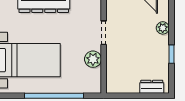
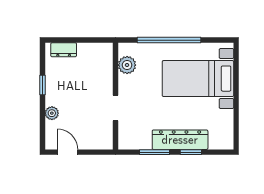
plant: (93, 59) -> (127, 65), moved

